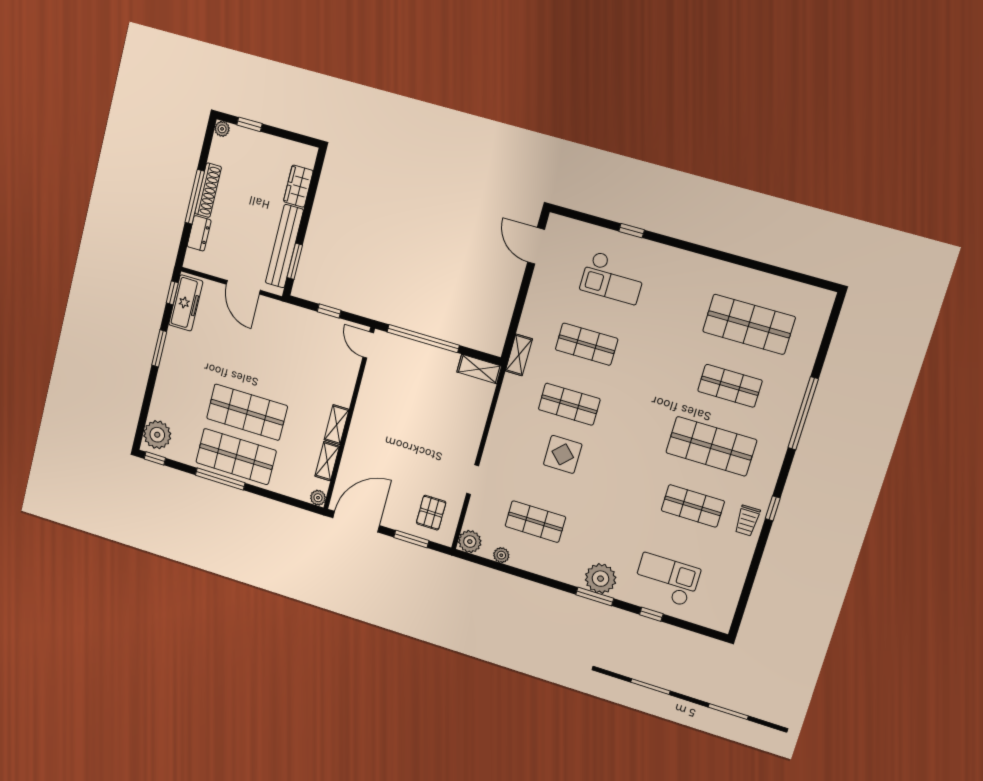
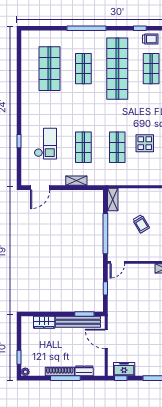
door: (243, 287) -> (106, 339), swing flipped
freezer: (186, 303) -> (124, 369), width x0.71
shelving: (519, 355) -> (76, 181), moved
trolley: (424, 406) -> (141, 224), added
shop shelf: (711, 446) -> (117, 69), width x1.40

